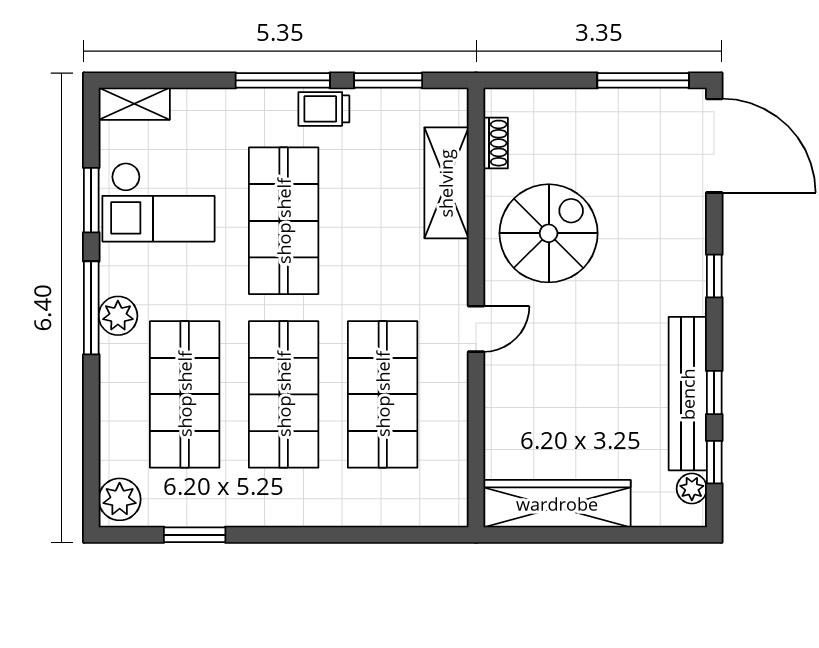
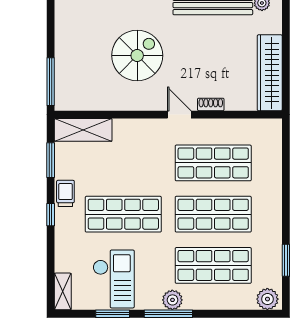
window: (283, 80) -> (51, 215), width x0.46
window: (643, 80) -> (51, 82), moved
trolley: (324, 109) -> (65, 193), turned 180
shoe rack: (496, 143) -> (211, 104), moved
shelving: (446, 183) -> (83, 130), moved
spiral stairs: (549, 233) -> (137, 55), moved, turned 90

